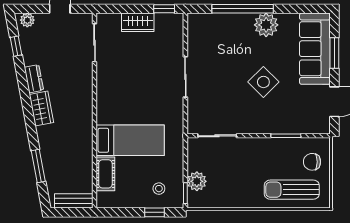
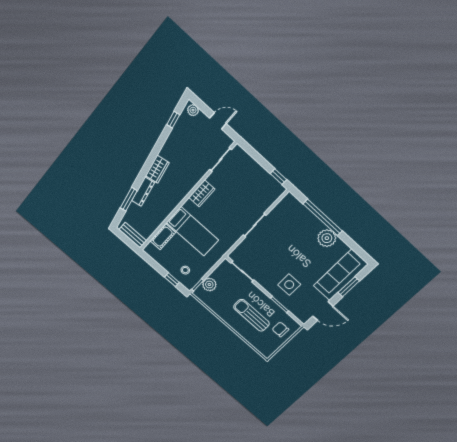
wardrobe: (138, 22) -> (202, 193), moved, turned -90
dresser: (34, 79) -> (143, 192), moved, width x1.44
side table: (263, 82) -> (289, 285), moved, turned 45
sun lounger: (292, 190) -> (251, 315), moved

